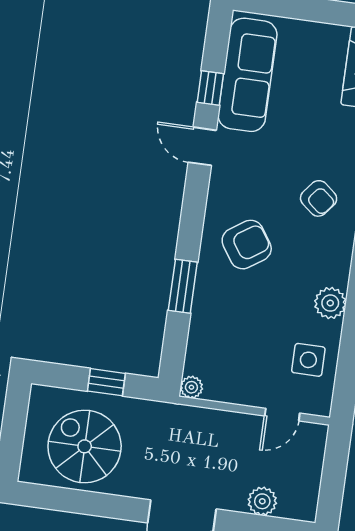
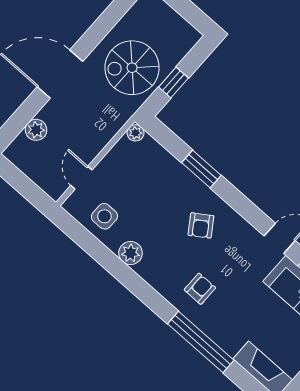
armchair: (319, 198) -> (200, 289), turned 141
armchair: (247, 245) -> (201, 225), width x0.72, depth x0.72
spiral stairs: (85, 446) -> (132, 68), moved, turned 180

